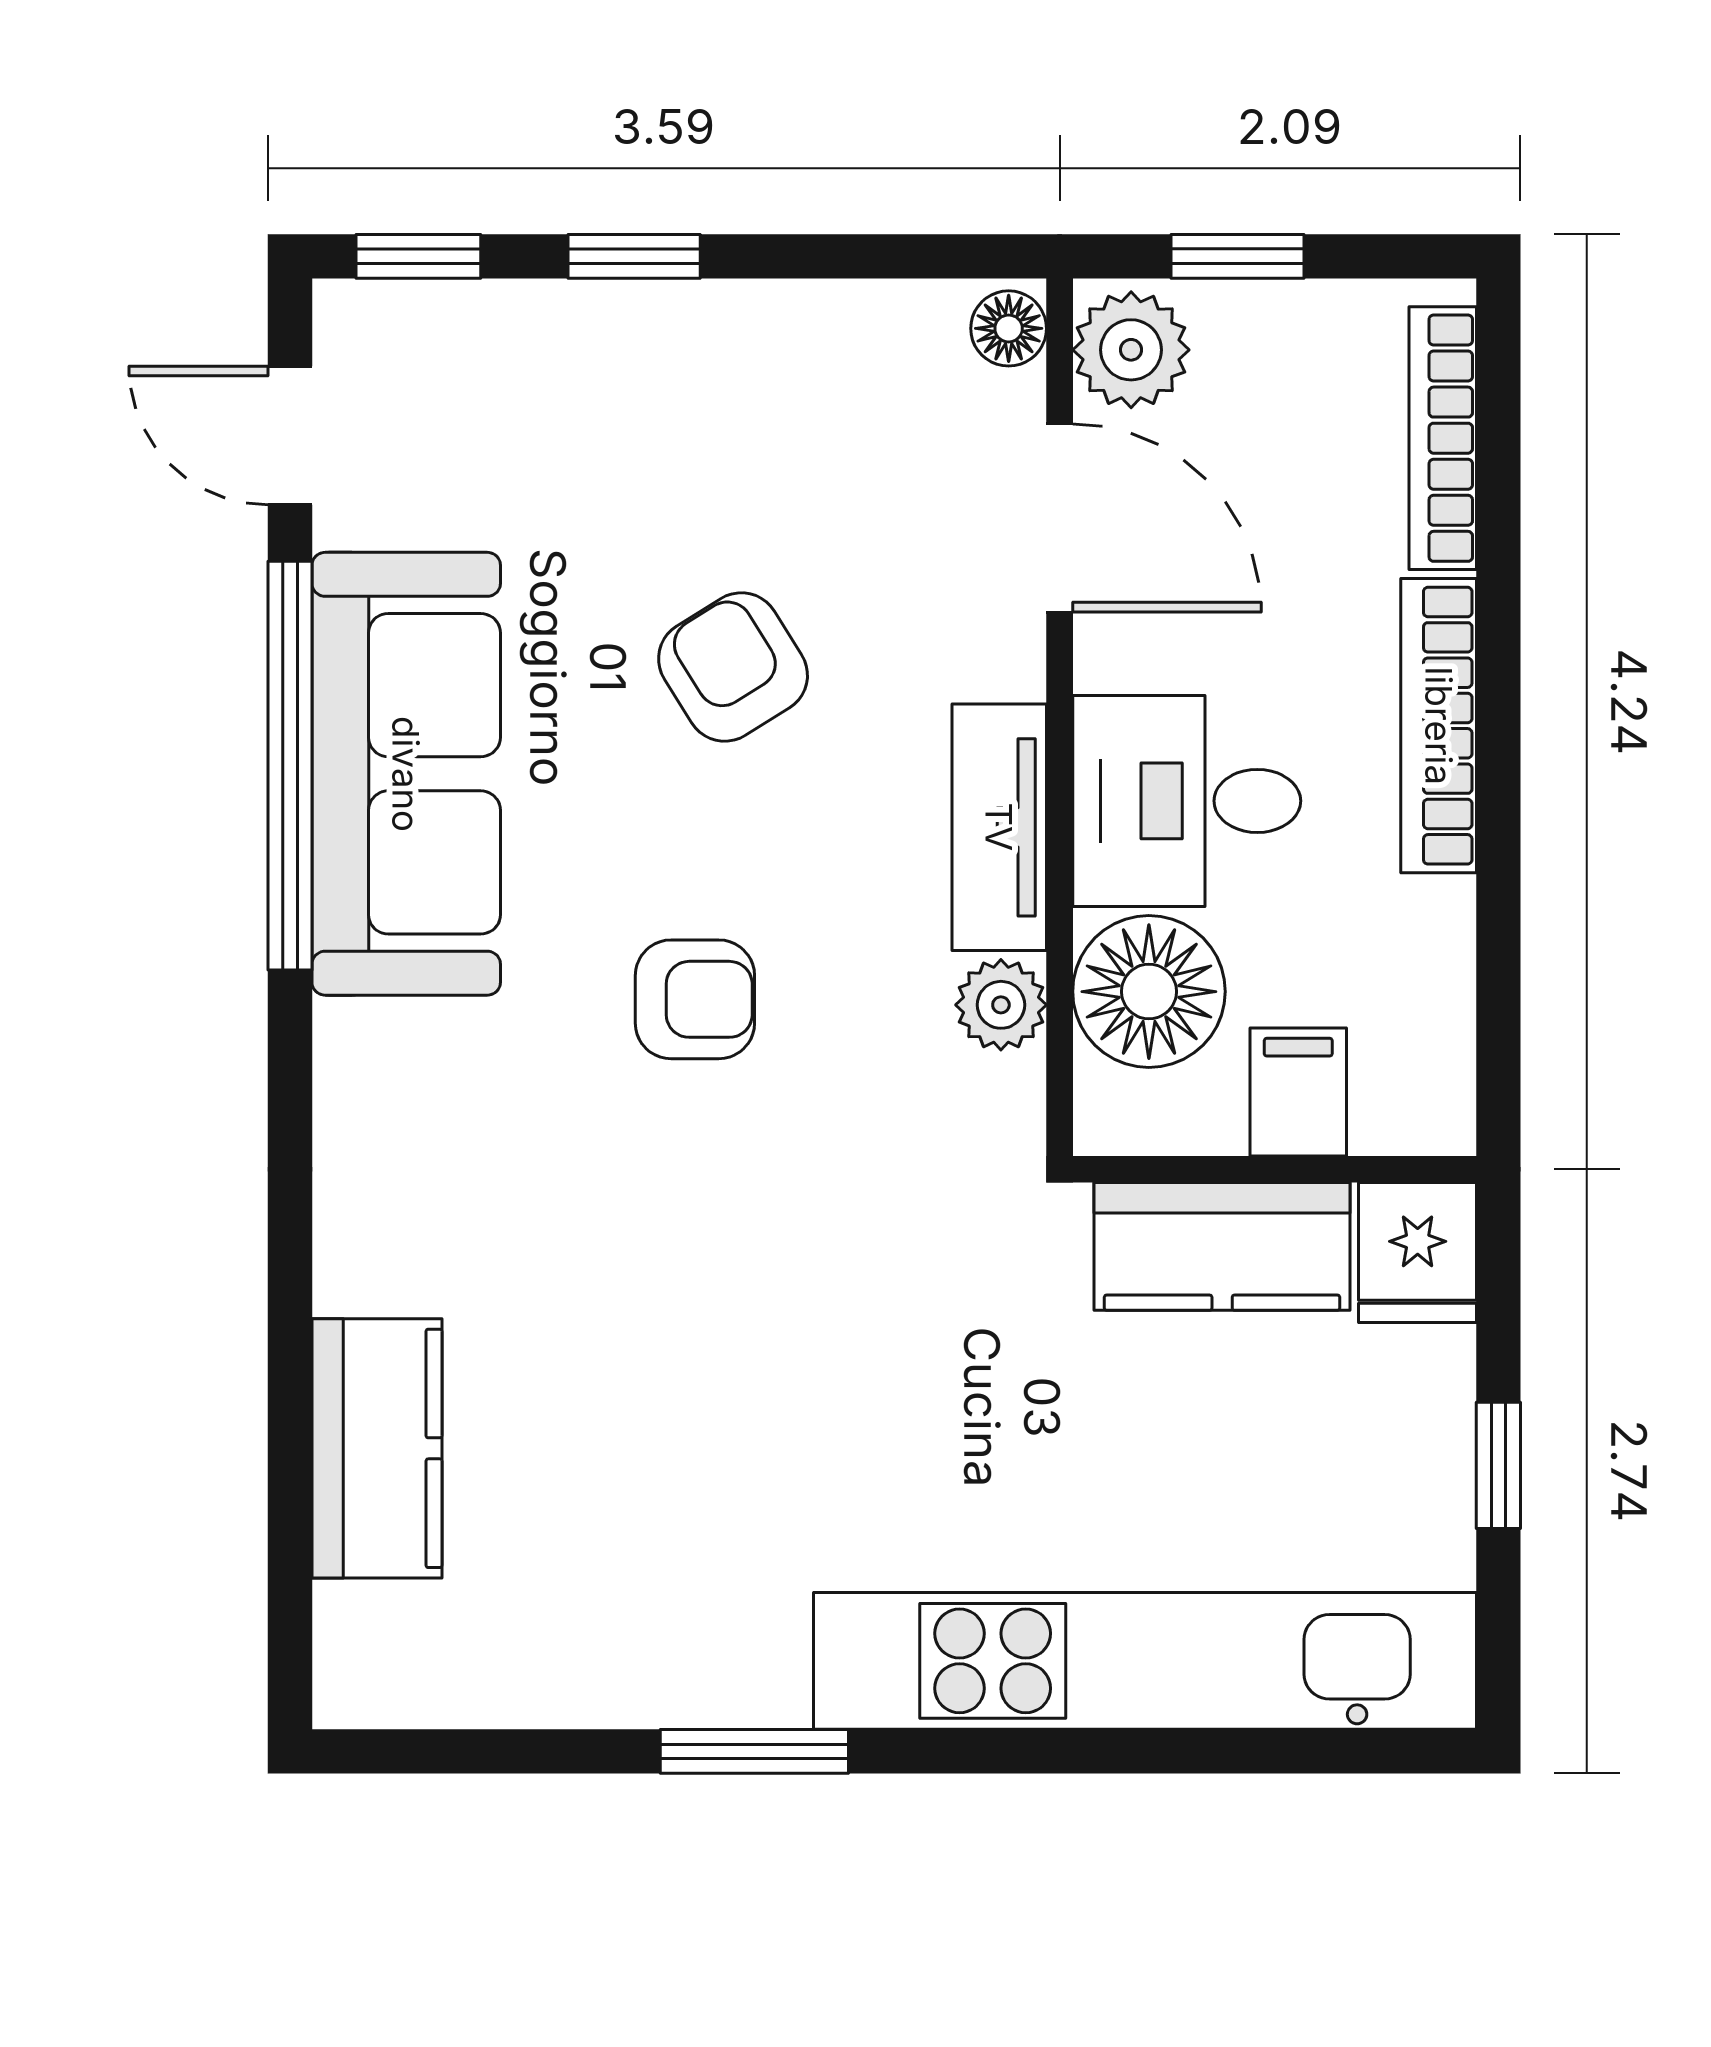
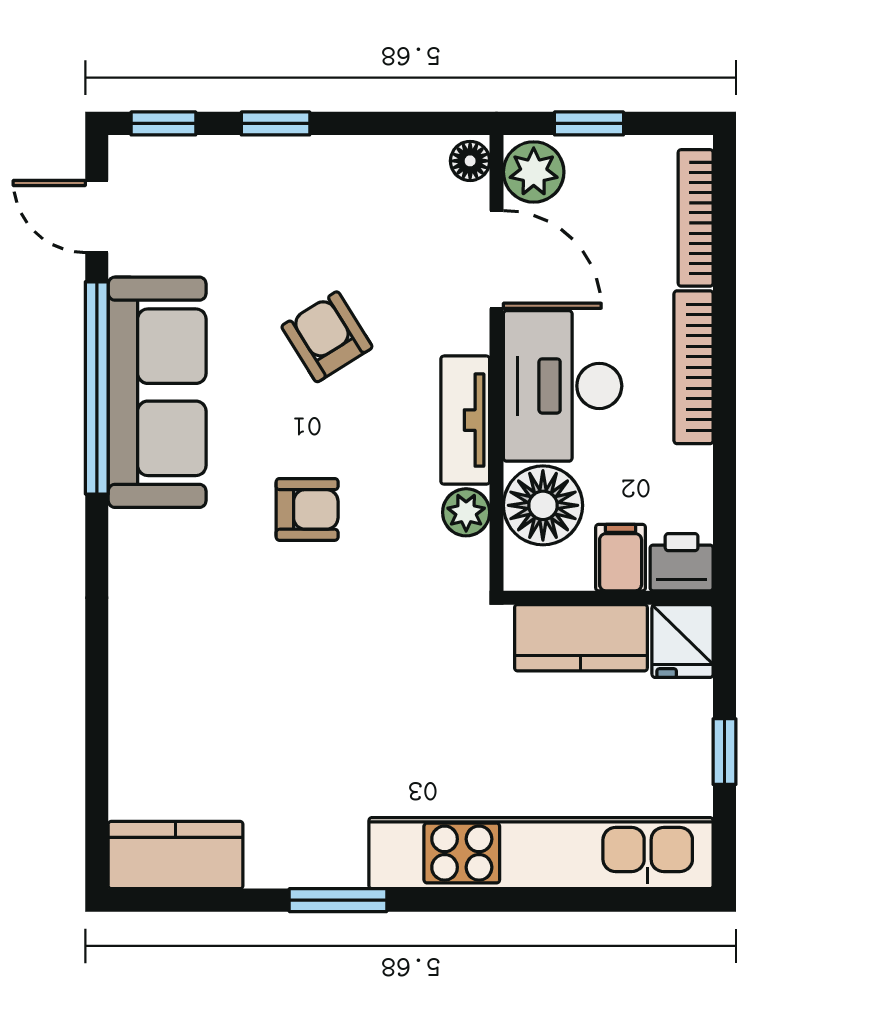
desk: (1187, 801) -> (563, 386), width x1.37
printer: (1416, 1101) -> (682, 562), added
kitchen counter: (377, 1448) -> (176, 855), moved, turned -90

